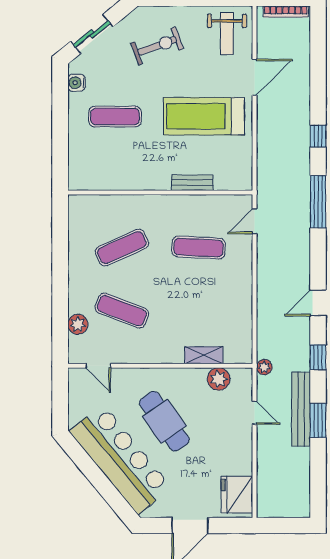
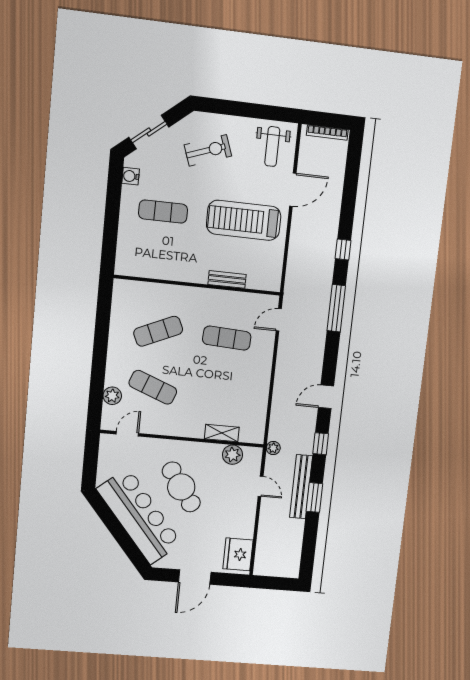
door: (98, 366) -> (127, 434), swing flipped

